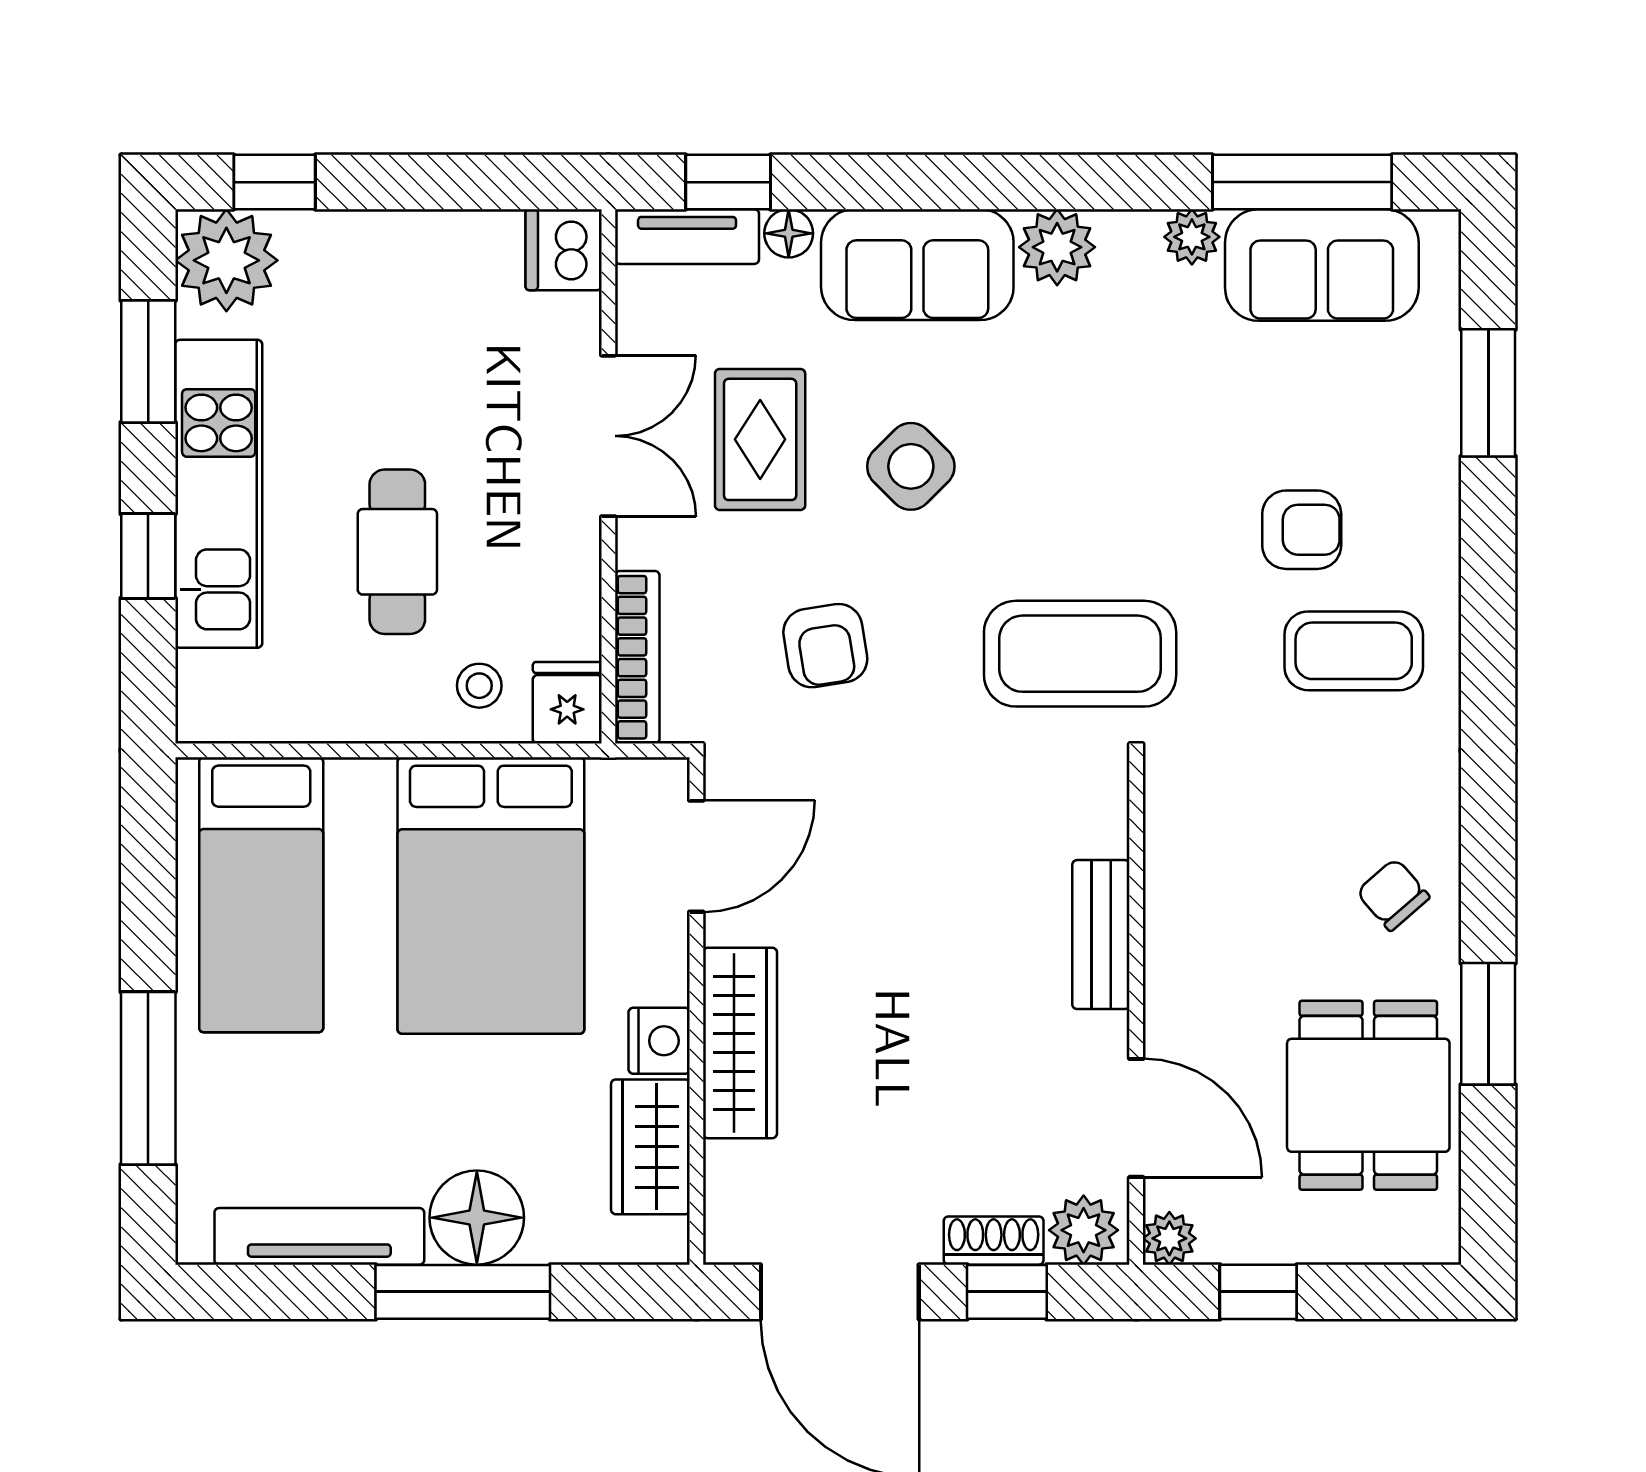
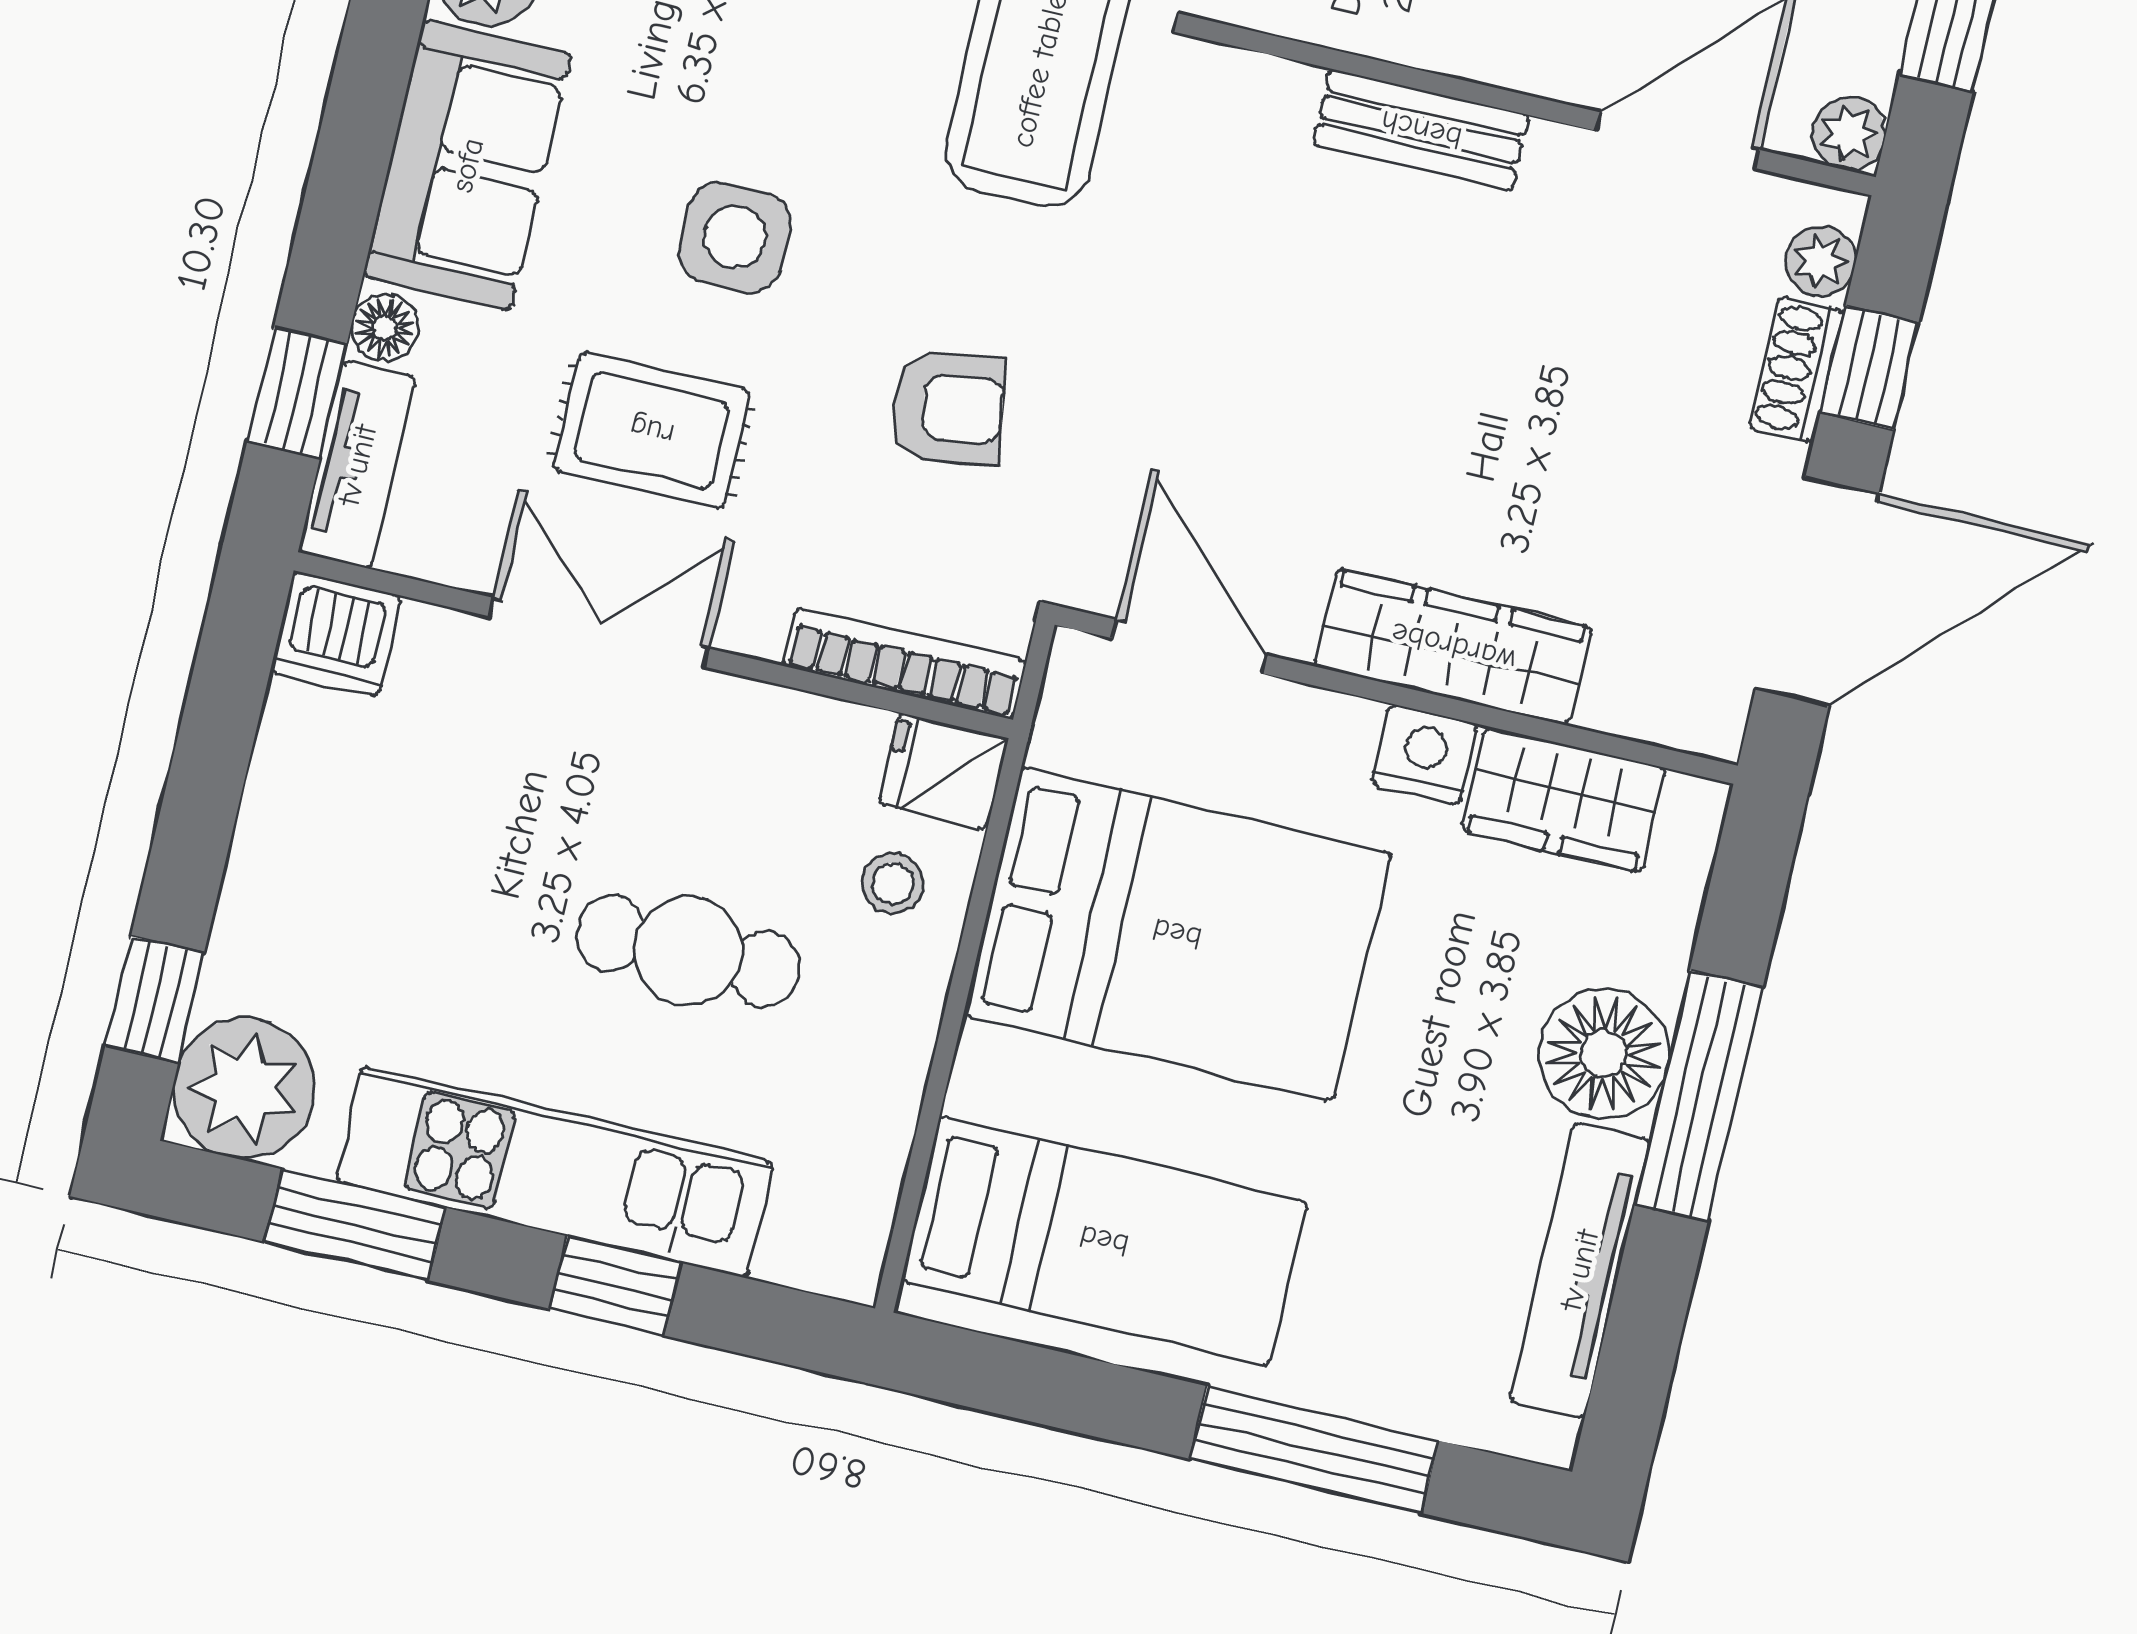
side table: (911, 466) -> (735, 237), turned 45
plant: (1084, 1230) -> (1821, 261), width x0.73, depth x0.73

